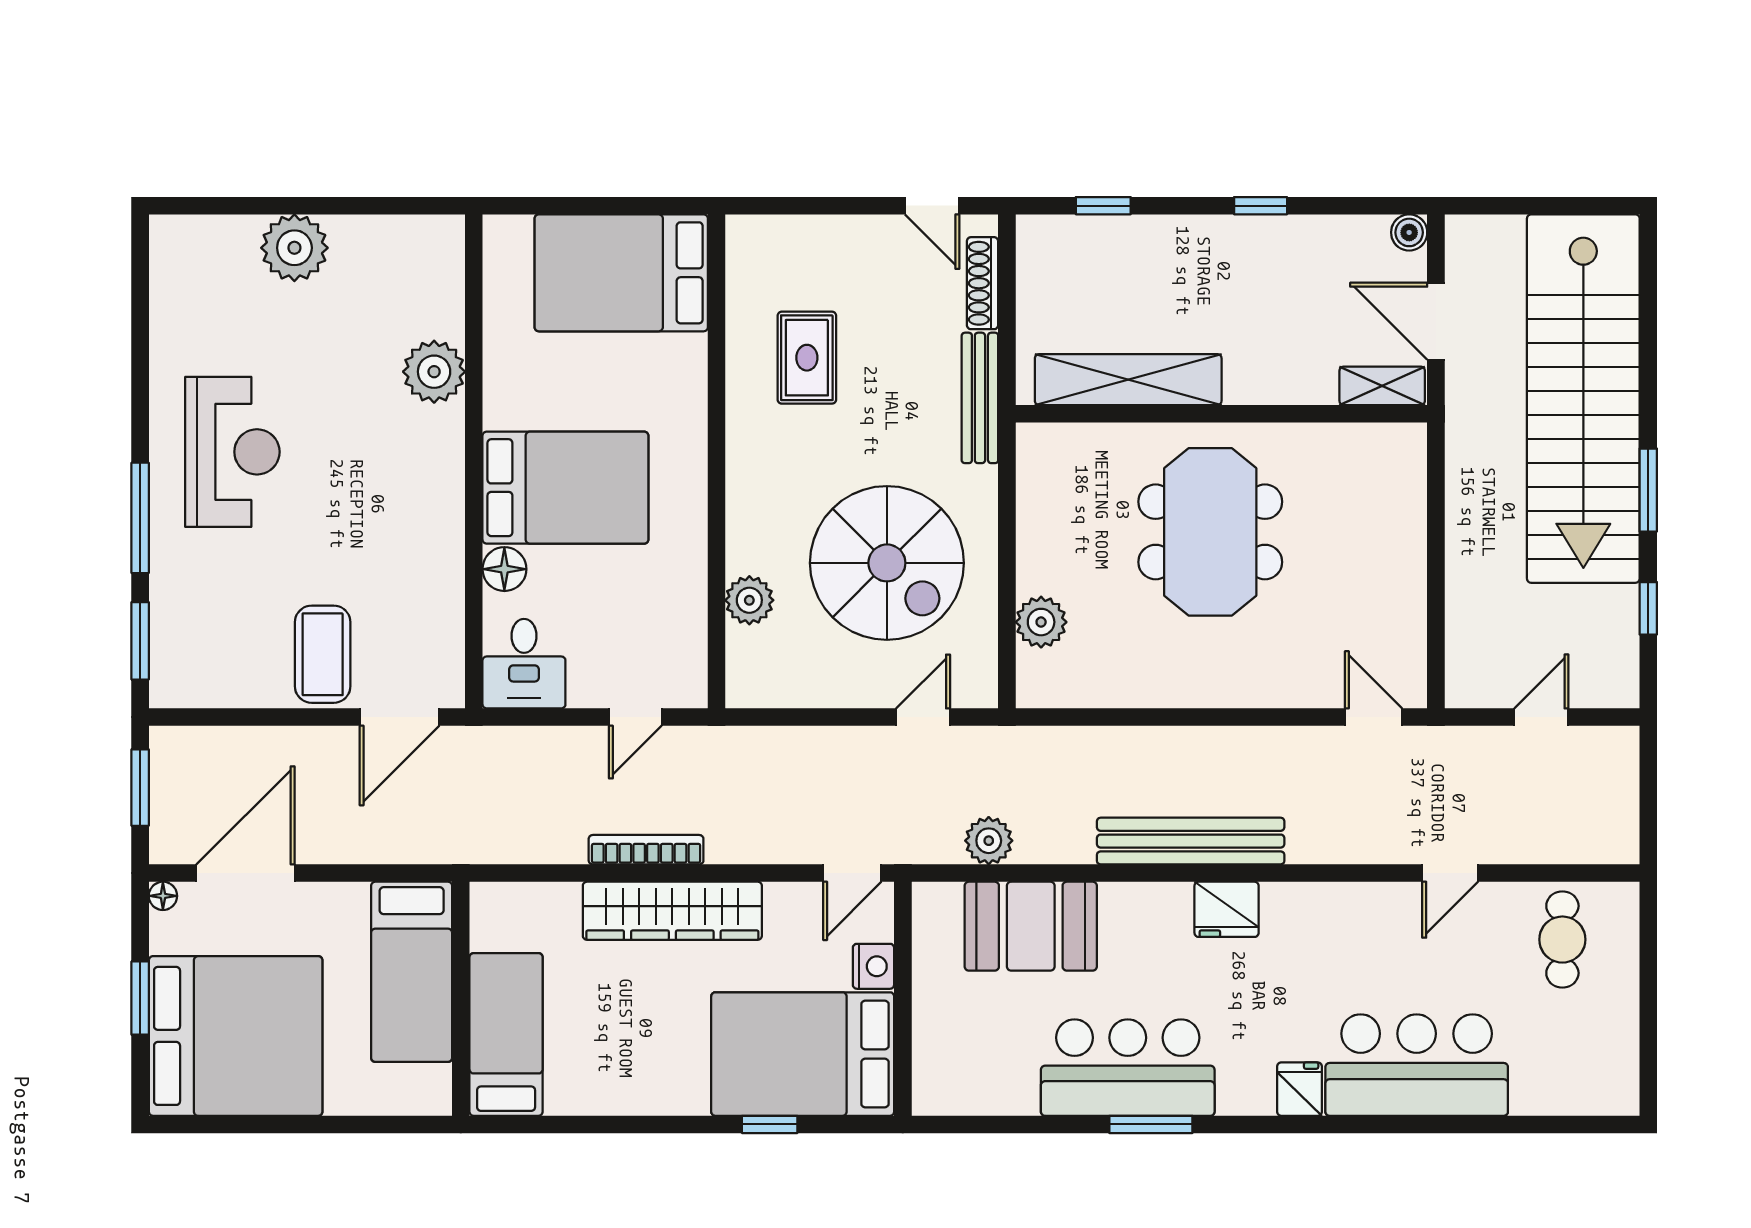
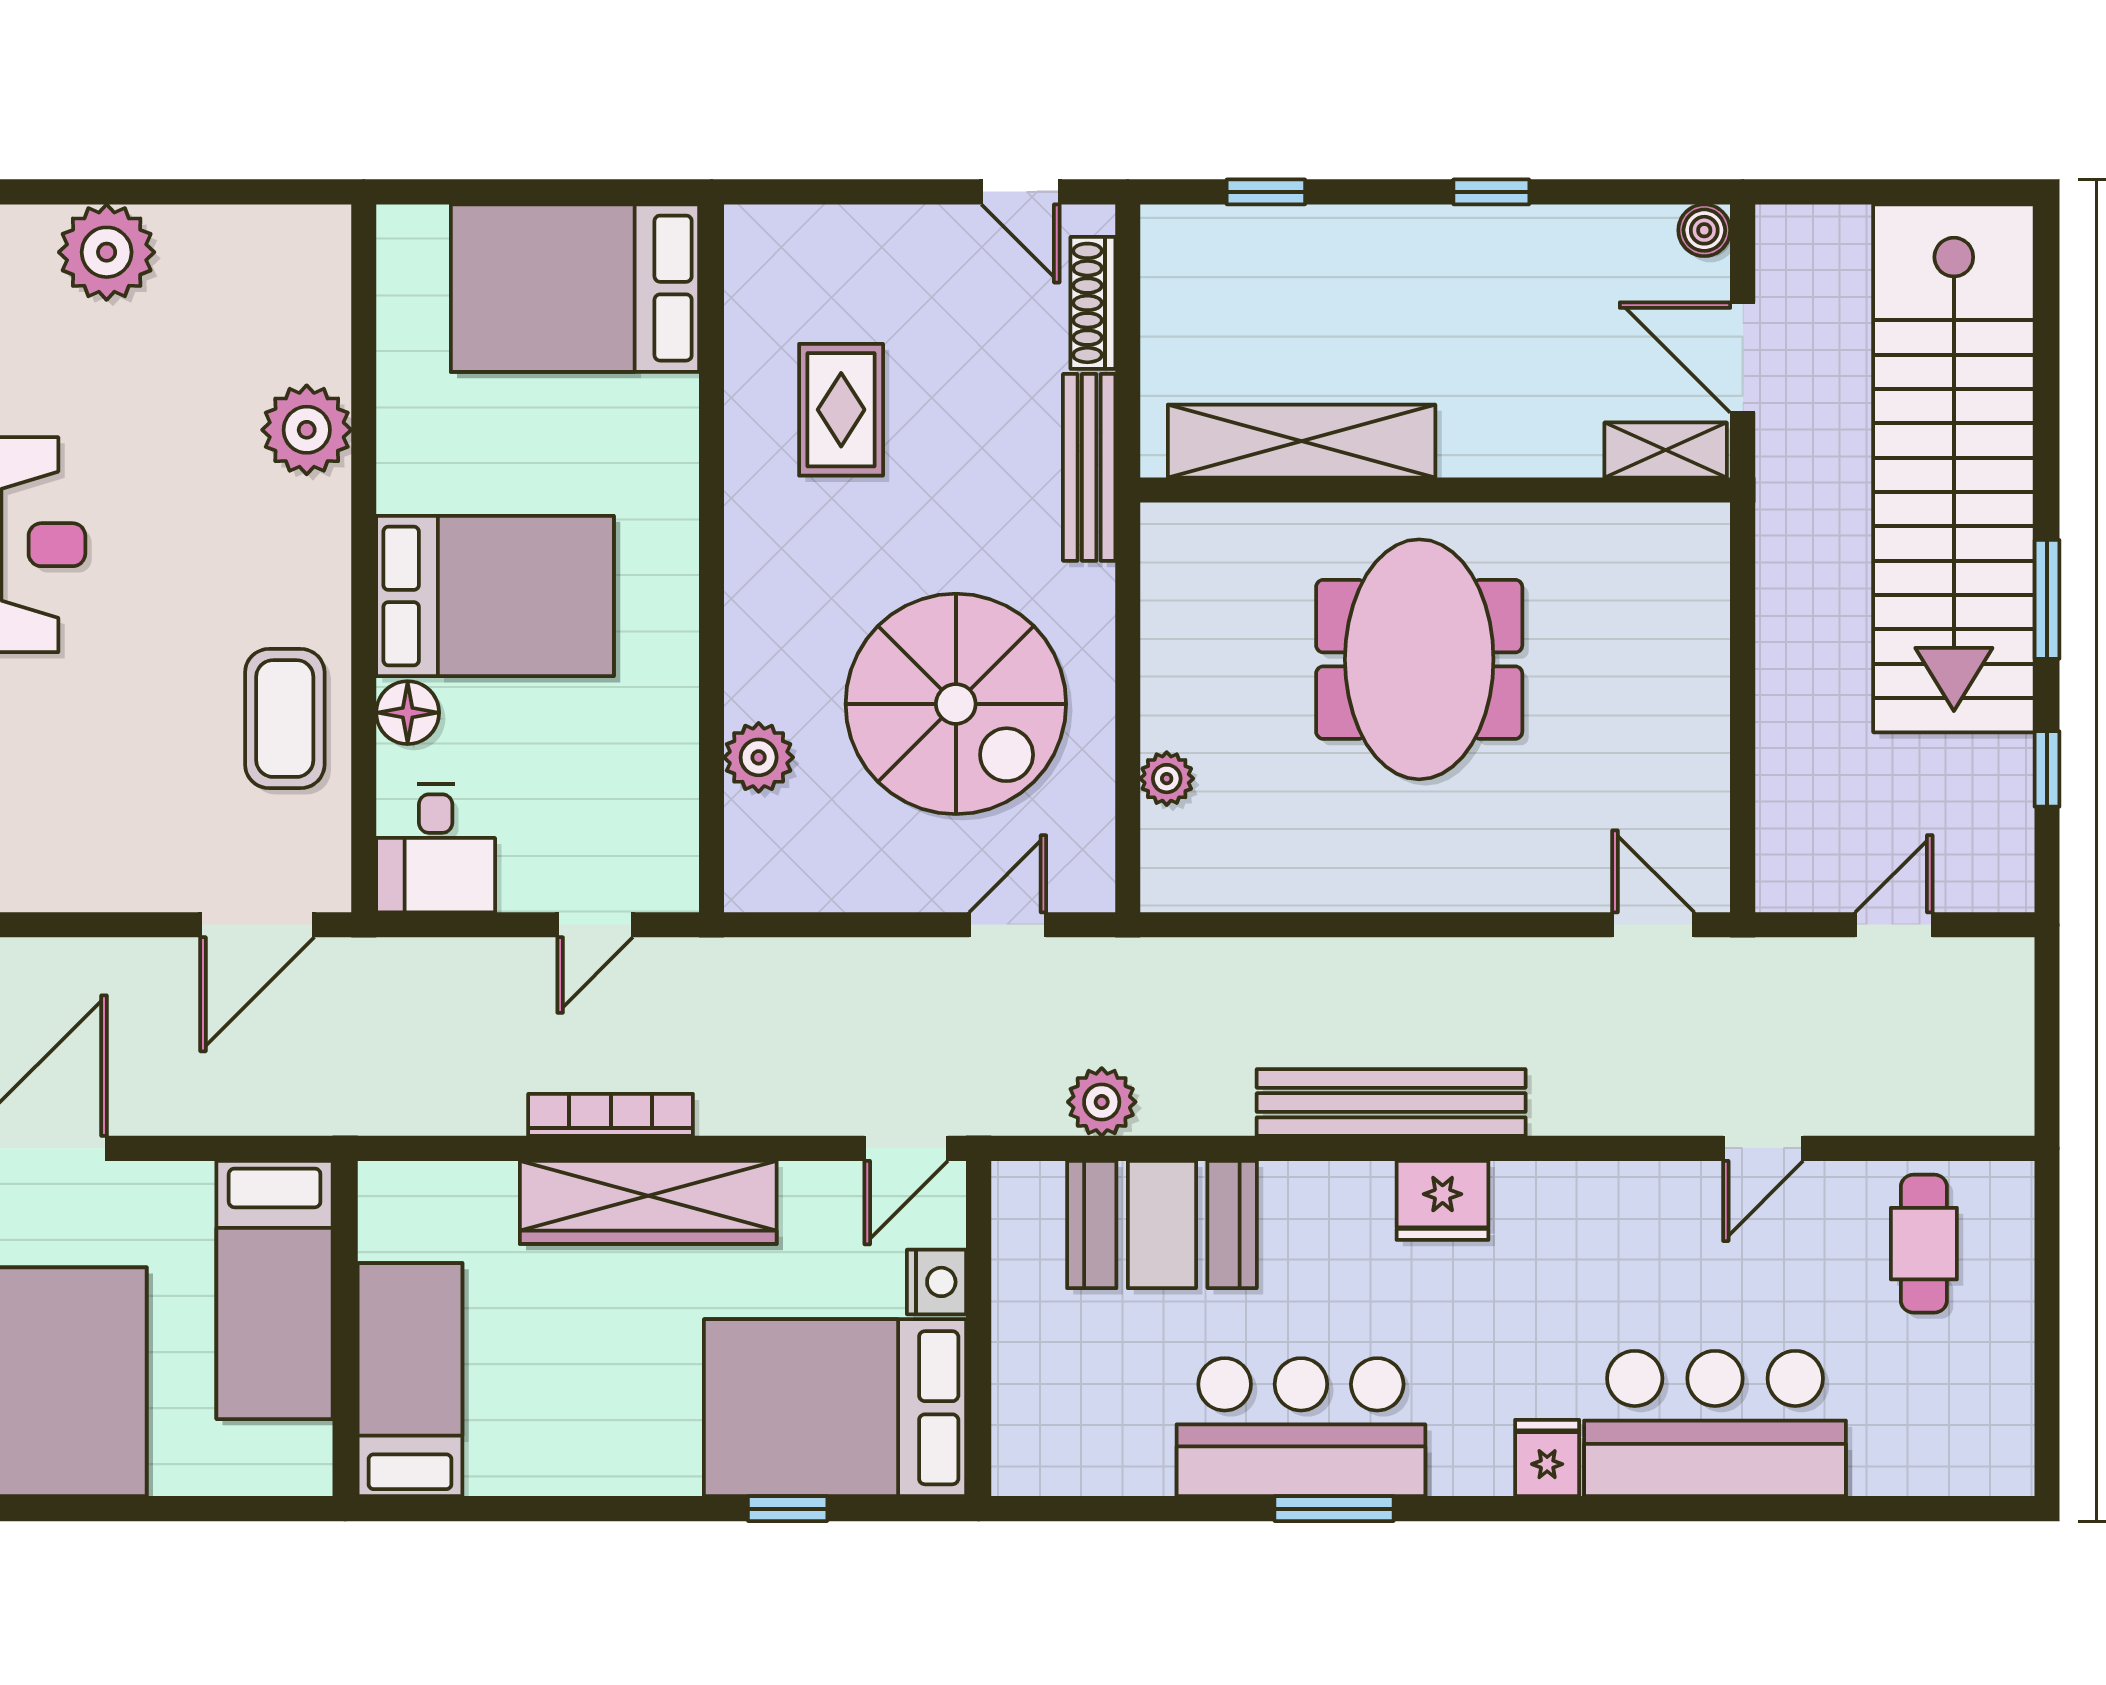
plant: (1041, 622) -> (1167, 779), width x0.73, depth x0.73
coffee table: (323, 654) -> (285, 719), moved

